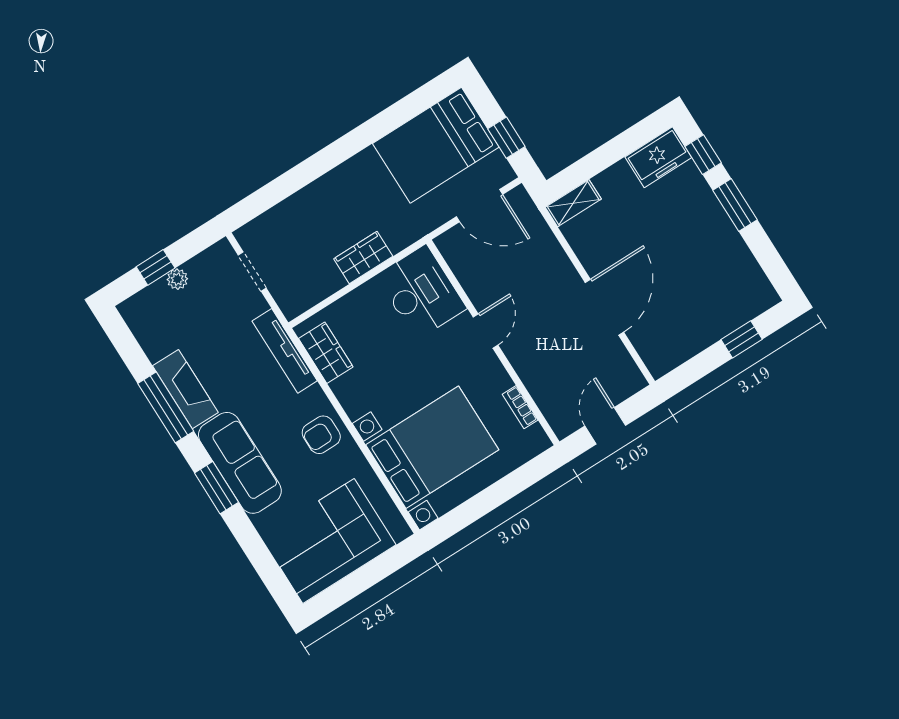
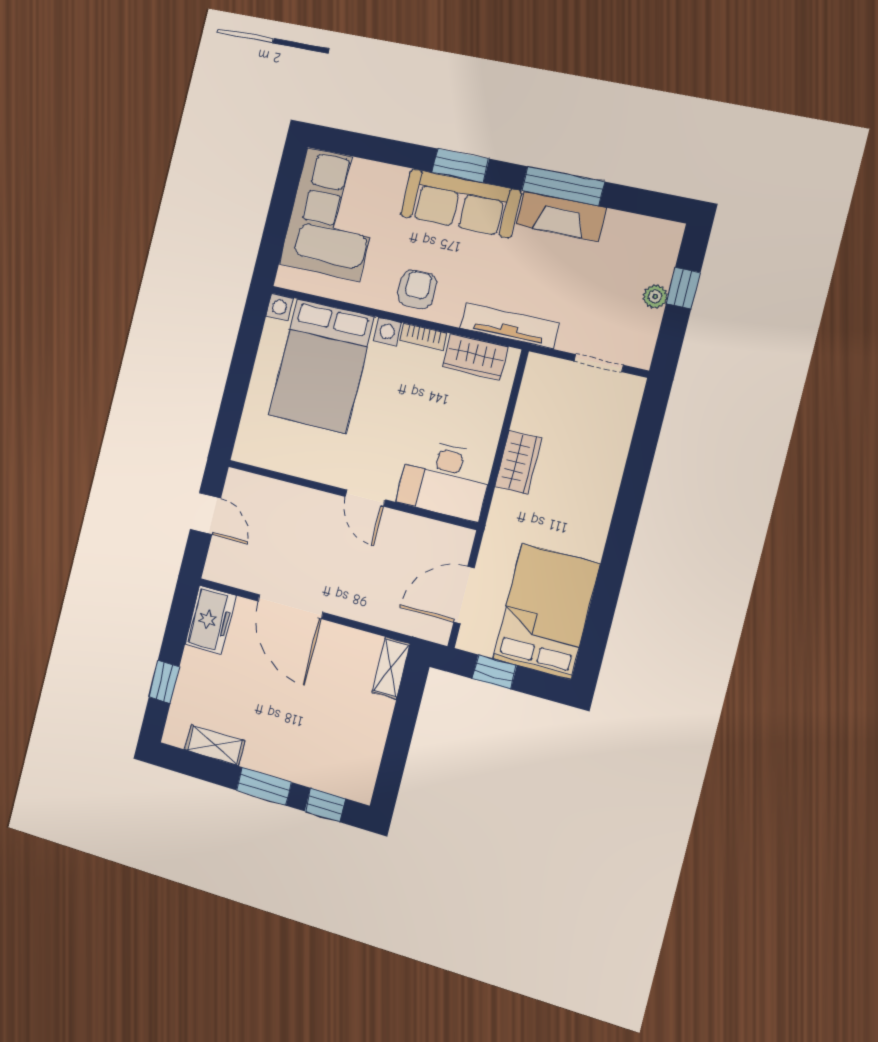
freezer: (658, 157) -> (210, 620), moved, turned 180
shelving: (745, 264) -> (215, 745), added
bookcase: (520, 407) -> (423, 337), moved, turned 180

